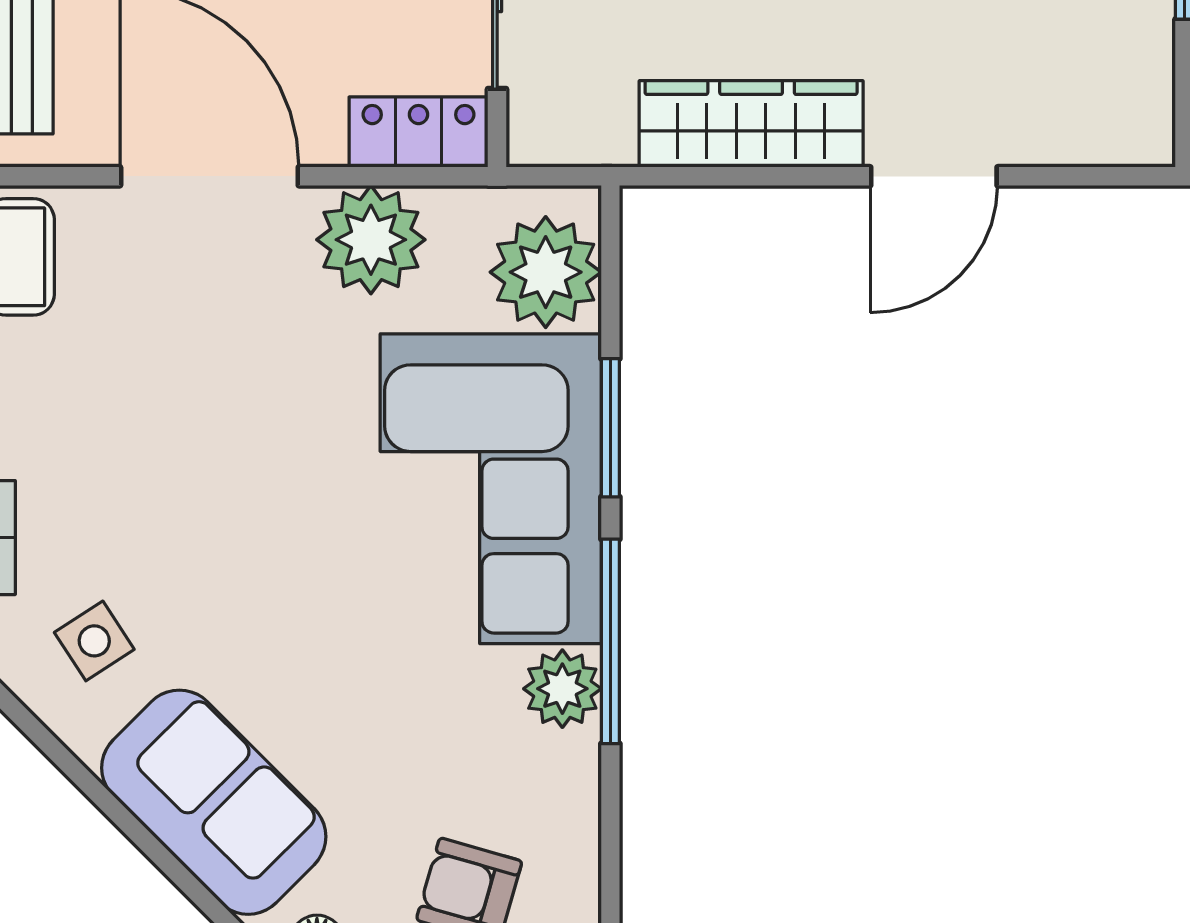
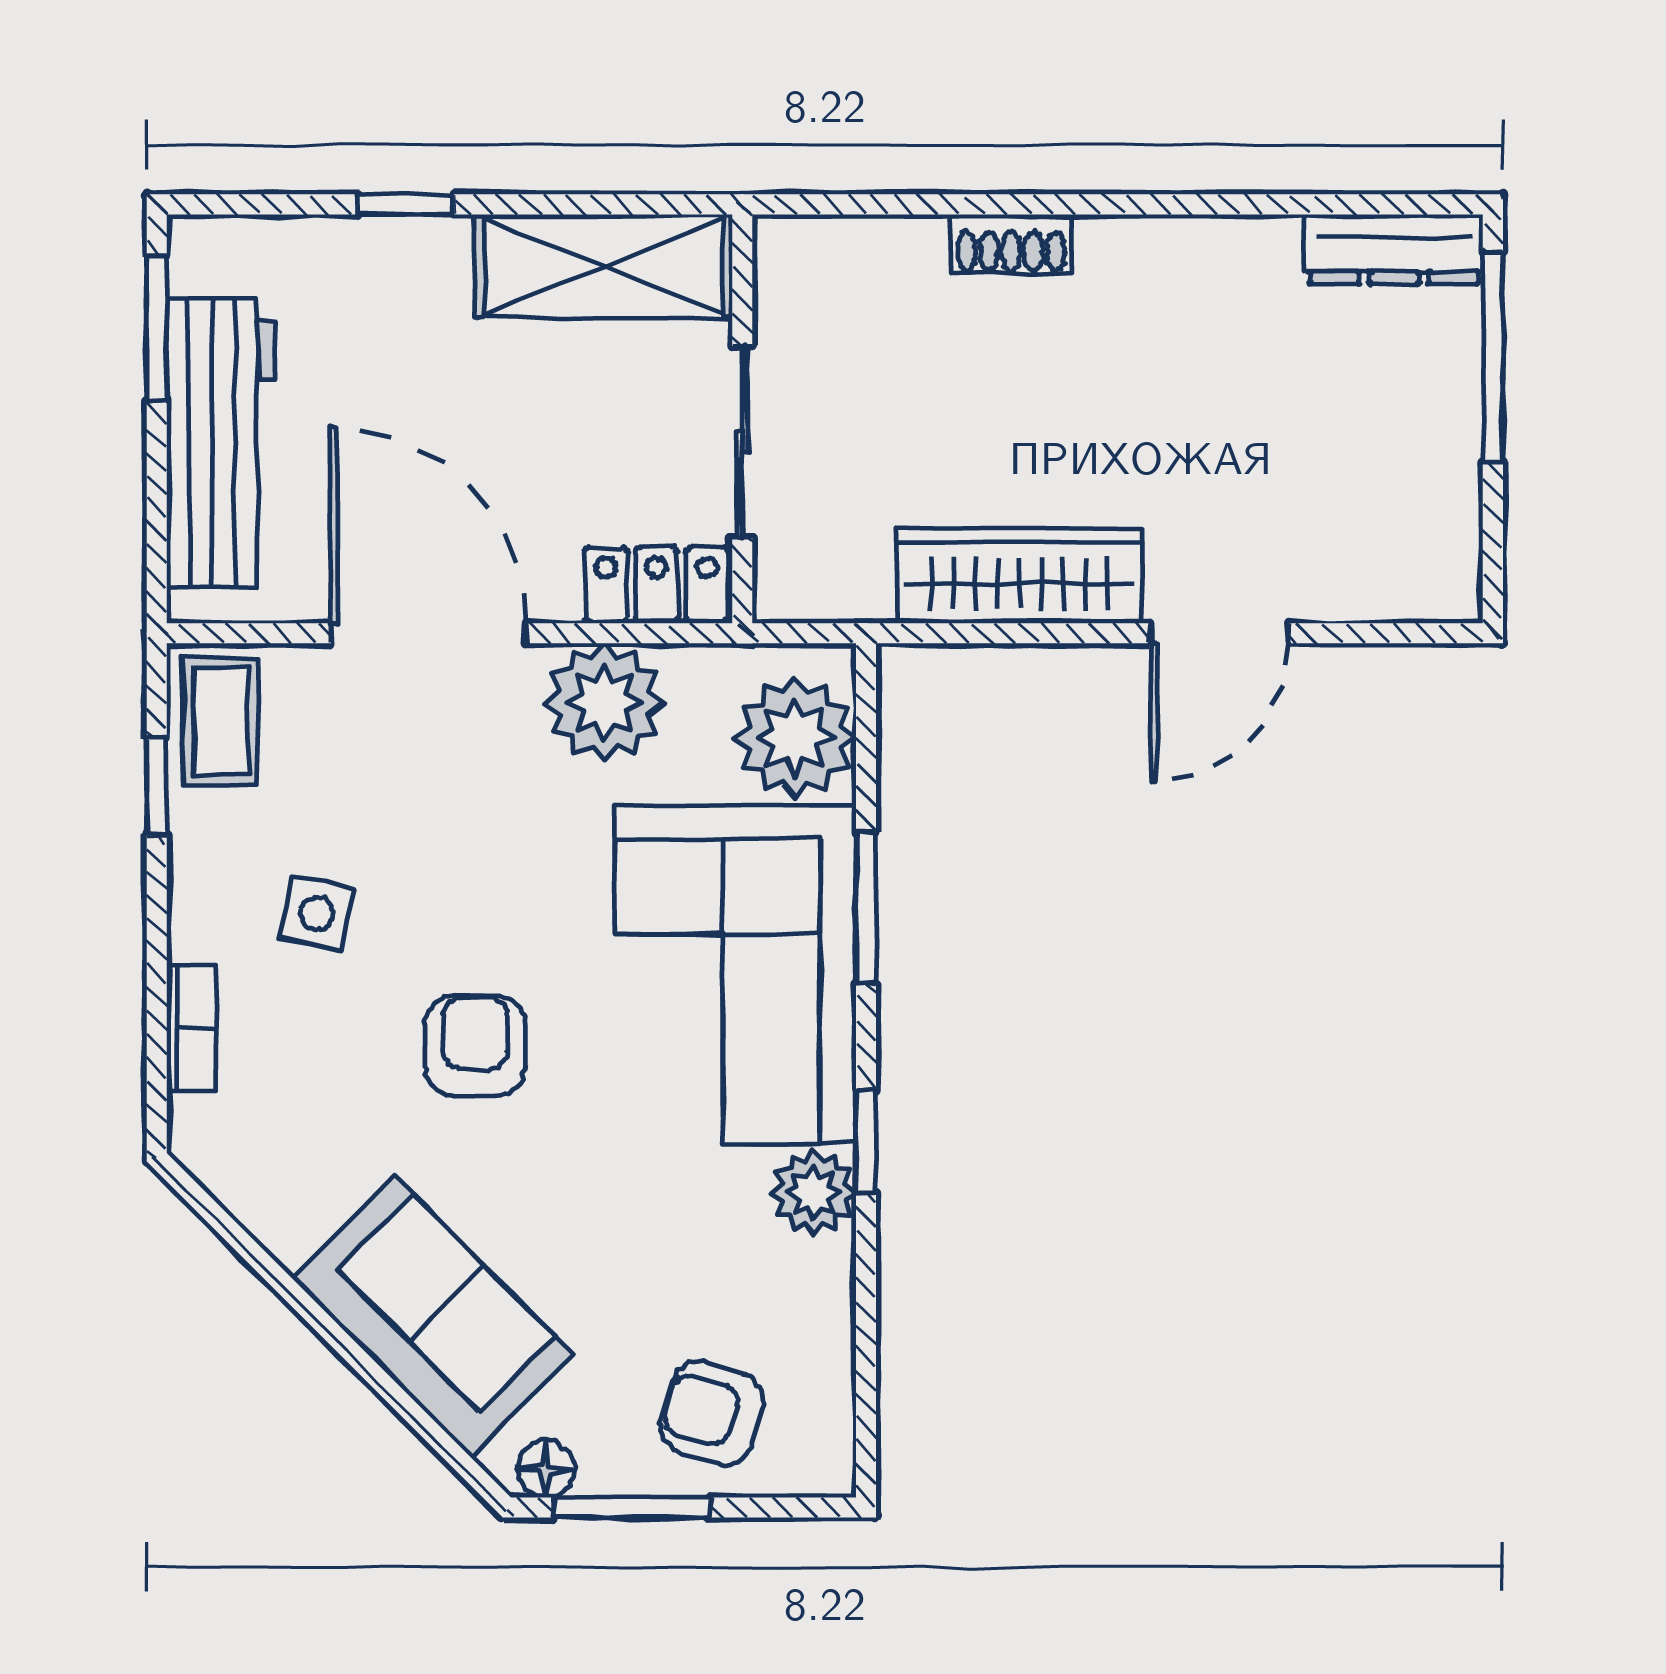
armchair: (252, 554) -> (475, 1046), added
side table: (94, 641) -> (317, 913), moved, turned 45
window: (610, 641) -> (866, 1141), width x0.46

